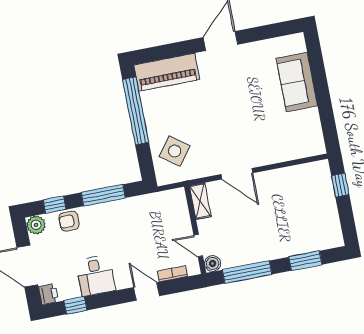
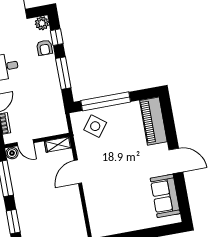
sofa: (297, 82) -> (165, 196), moved, turned -90
window: (136, 111) -> (106, 101), moved
armchair: (69, 221) -> (44, 48), turned 180
door: (198, 246) -> (25, 143), swing flipped

